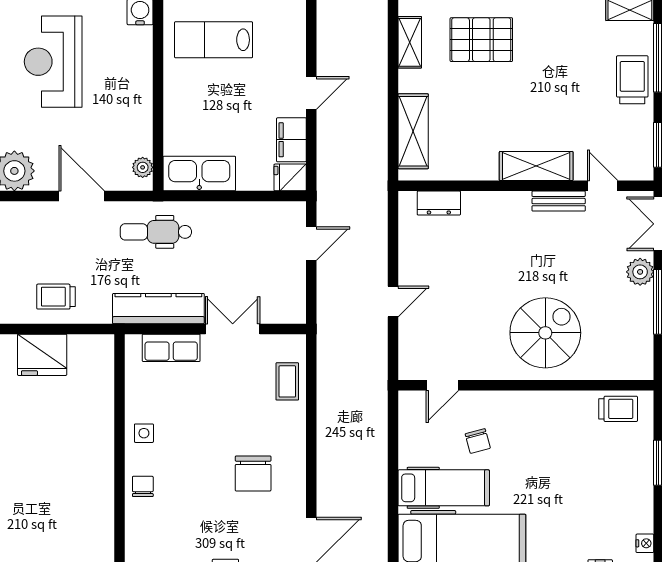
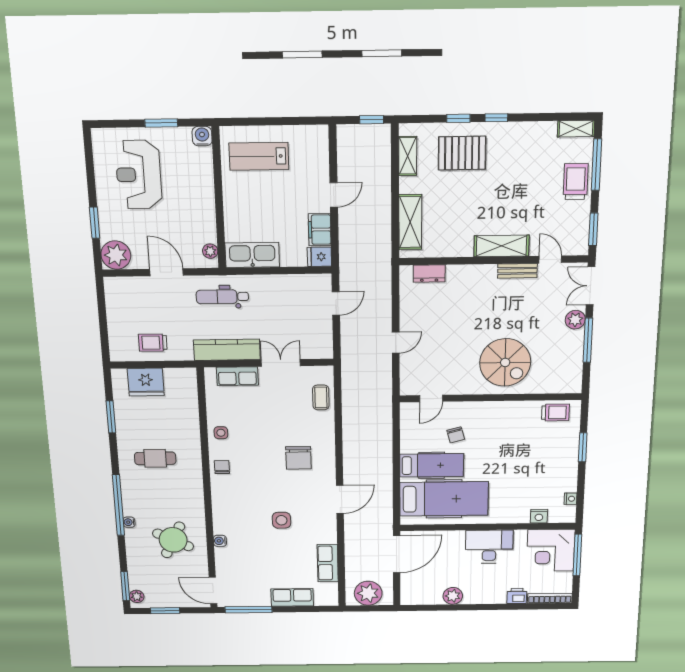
spiral stairs: (545, 333) -> (505, 362), turned 90
cafe table: (48, 471) -> (155, 458), added

